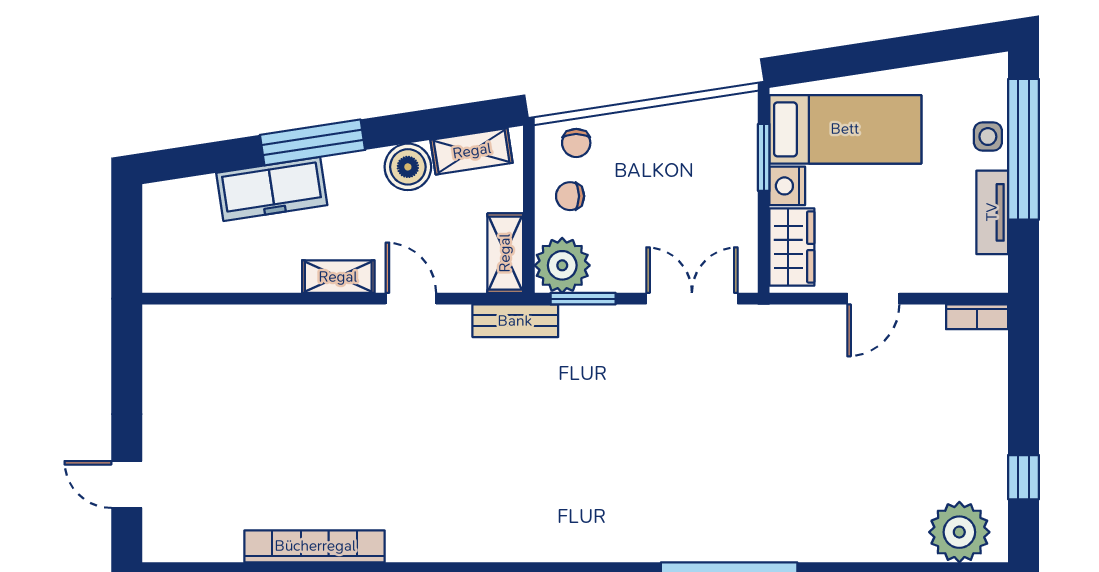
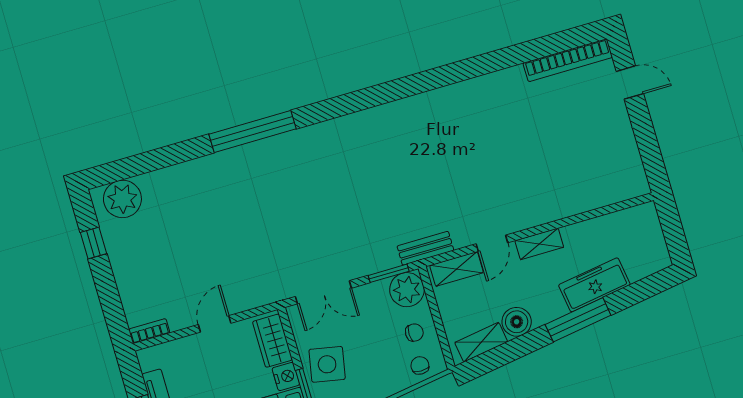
side table: (718, 186) -> (327, 364), added
shelving: (505, 253) -> (457, 269), moved, turned 90
door: (411, 299) -> (492, 243), hinge flipped
bookcase: (315, 546) -> (568, 60), moved

